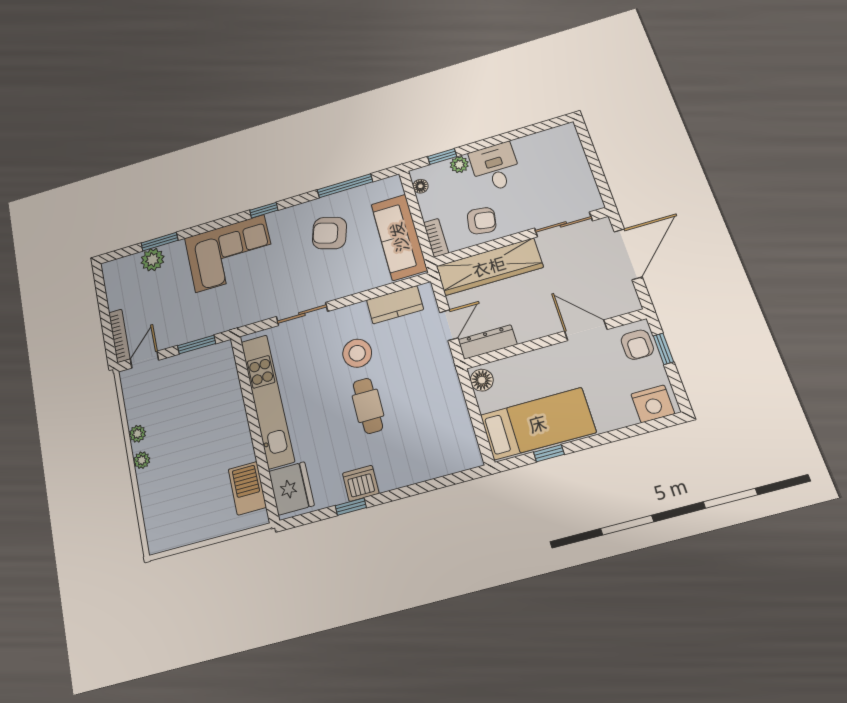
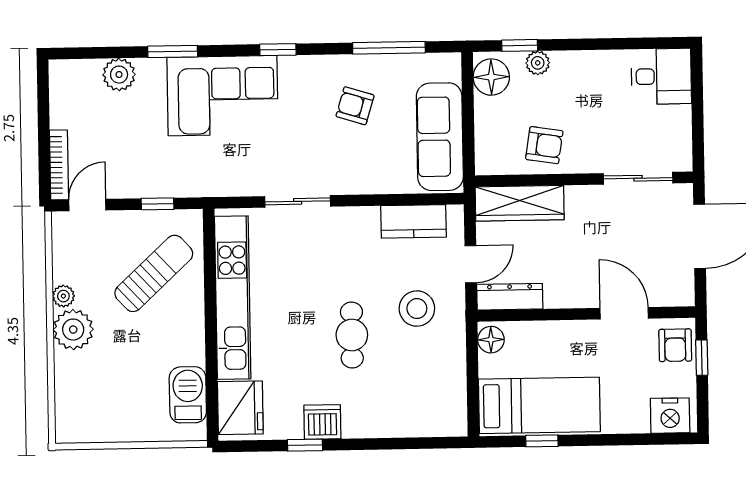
desk: (495, 167) -> (661, 76), moved, turned 90
floor lamp: (420, 186) -> (491, 77), width x1.89, depth x1.89
armchair: (329, 233) -> (355, 106), width x0.72, depth x0.72
bookcase: (436, 238) -> (484, 151), removed
window: (160, 242) -> (173, 52), moved
wardrobe: (489, 267) -> (520, 203), width x0.71, depth x0.85
window: (197, 345) -> (157, 204), width x0.67
stool: (357, 353) -> (417, 309), moved
sun lounger: (203, 398) -> (154, 273), added
plant: (142, 460) -> (73, 330), width x1.88, depth x1.88

